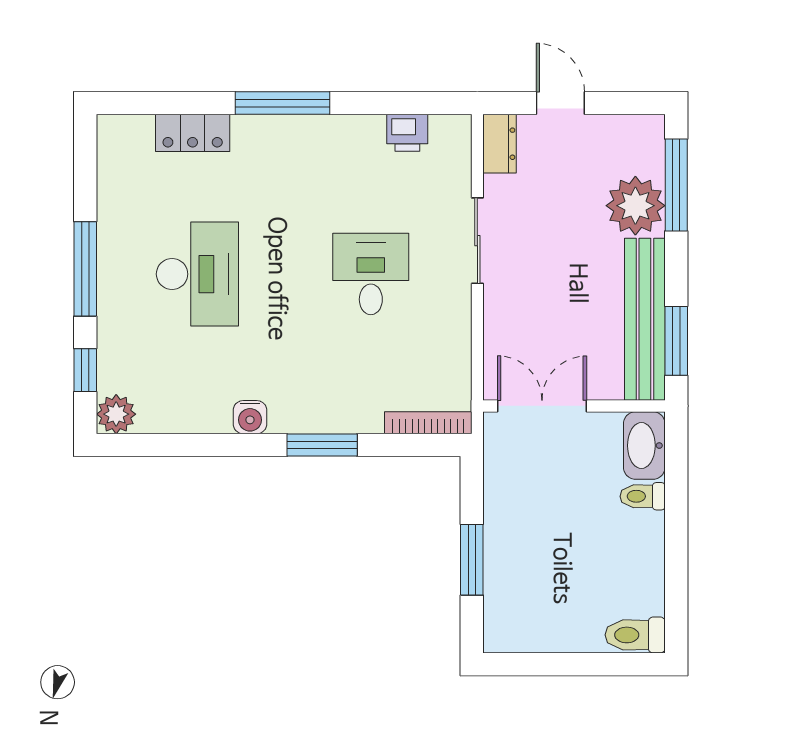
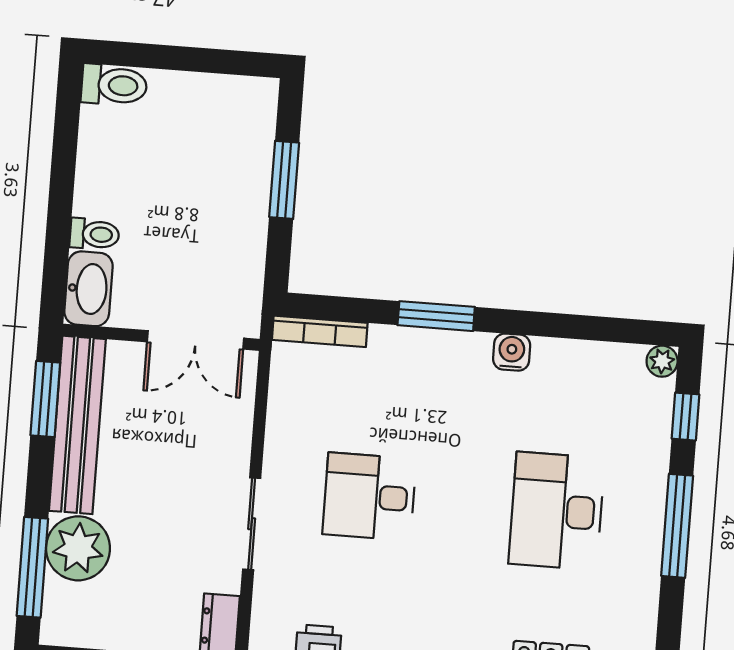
desk: (371, 274) -> (369, 497), turned 90
plant: (116, 414) -> (662, 361), width x0.73, depth x0.73

